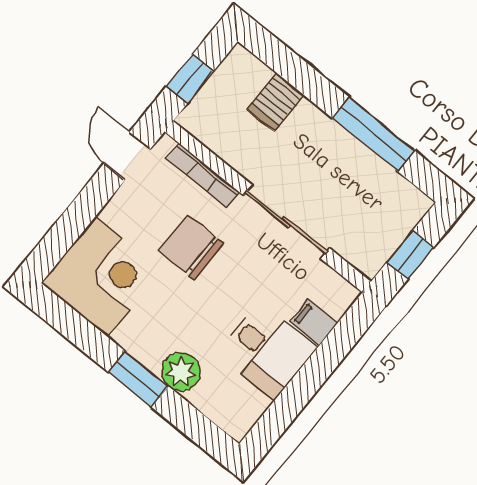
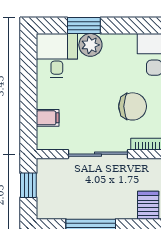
desk: (267, 351) -> (57, 56), moved, turned 90
window: (138, 379) -> (84, 26), moved

